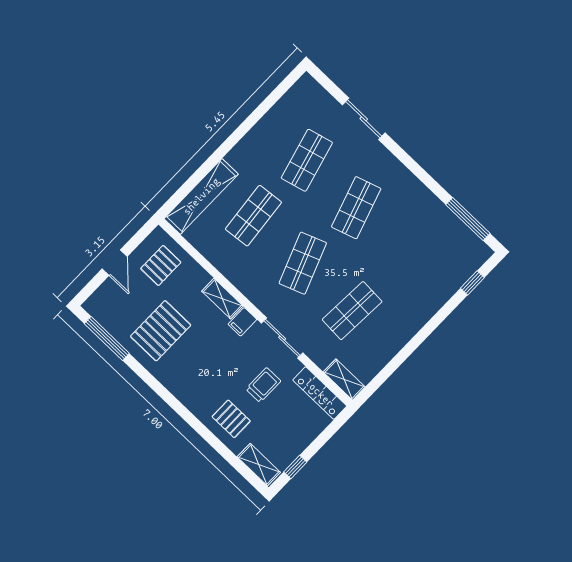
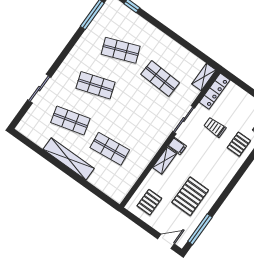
shelving: (201, 196) -> (69, 159), moved
door: (115, 263) -> (166, 241), moved
shop shelf: (303, 263) -> (121, 50), moved
pallet: (161, 265) -> (149, 202), turned 90
pallet: (161, 331) -> (190, 196), turned 90

